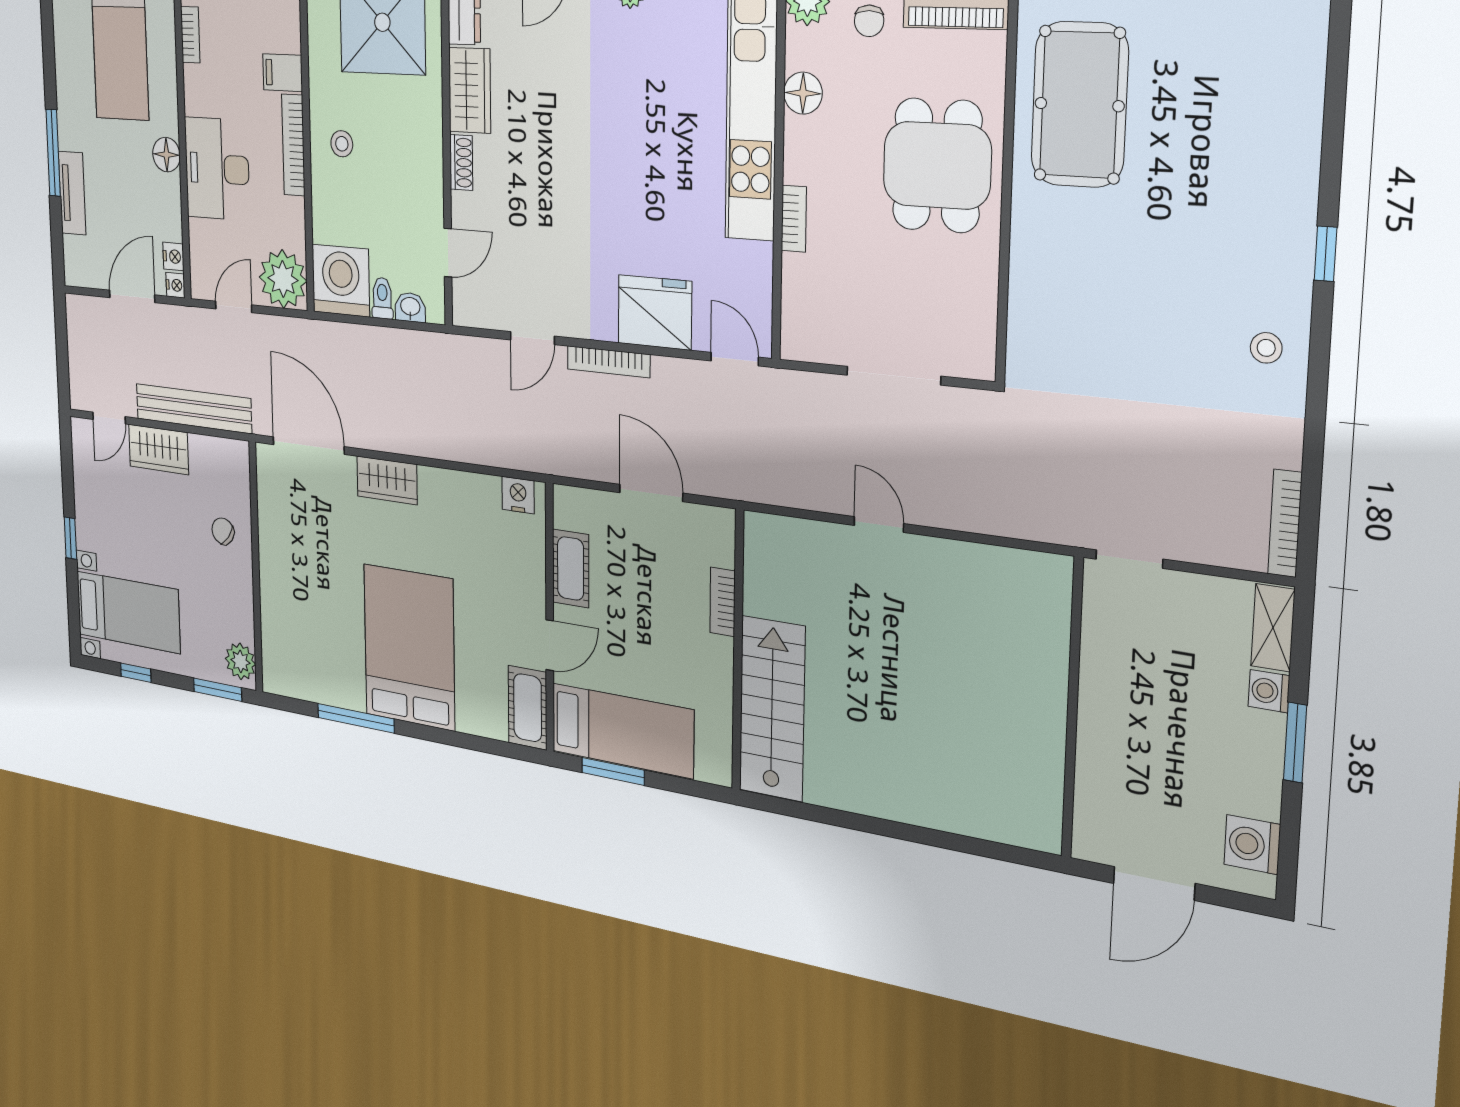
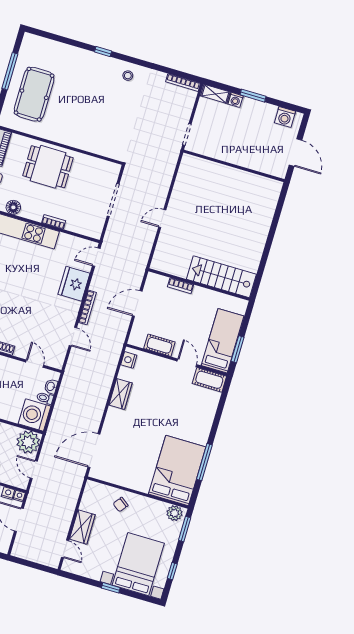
pool table: (1079, 105) -> (34, 94), moved, turned 90
bench: (193, 409) -> (69, 503), removed
wardrobe: (387, 480) -> (121, 394), moved
bed with nightstands: (128, 612) -> (138, 564), width x1.36
bed: (409, 647) -> (177, 471), moved, turned 90

